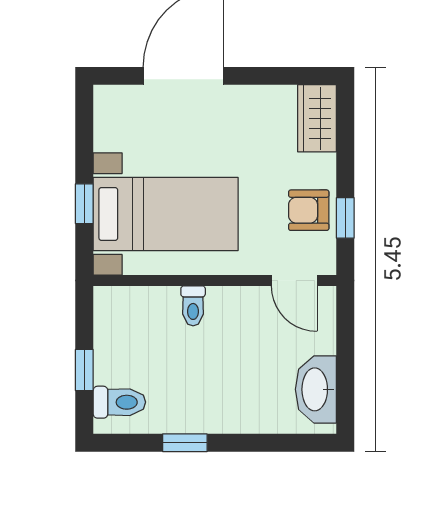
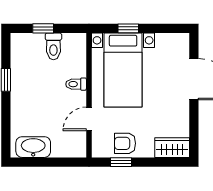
armchair: (309, 210) -> (125, 143), turned -90
door: (294, 281) -> (89, 119), moved
toilet: (119, 402) -> (53, 46), moved

